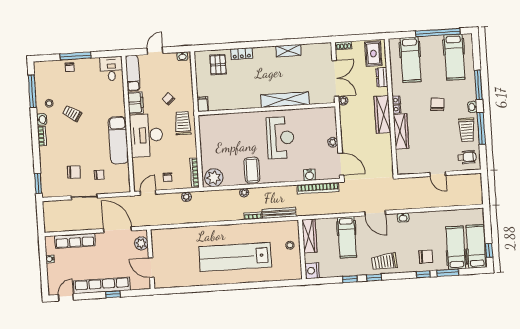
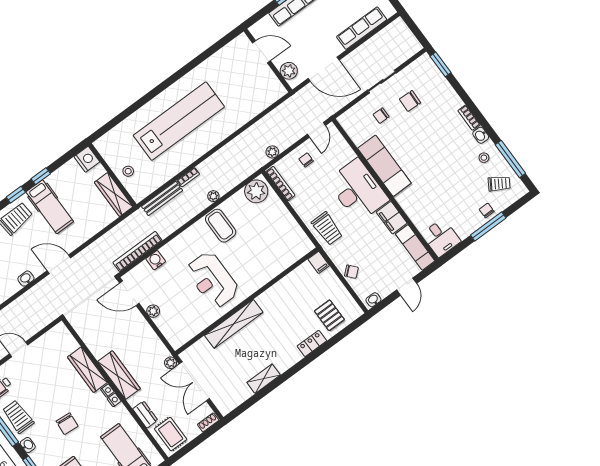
chair: (168, 99) -> (351, 272), moved
trolley: (72, 114) -> (499, 184), moved
hospital bed: (347, 237) -> (50, 207), moved, turned 180

